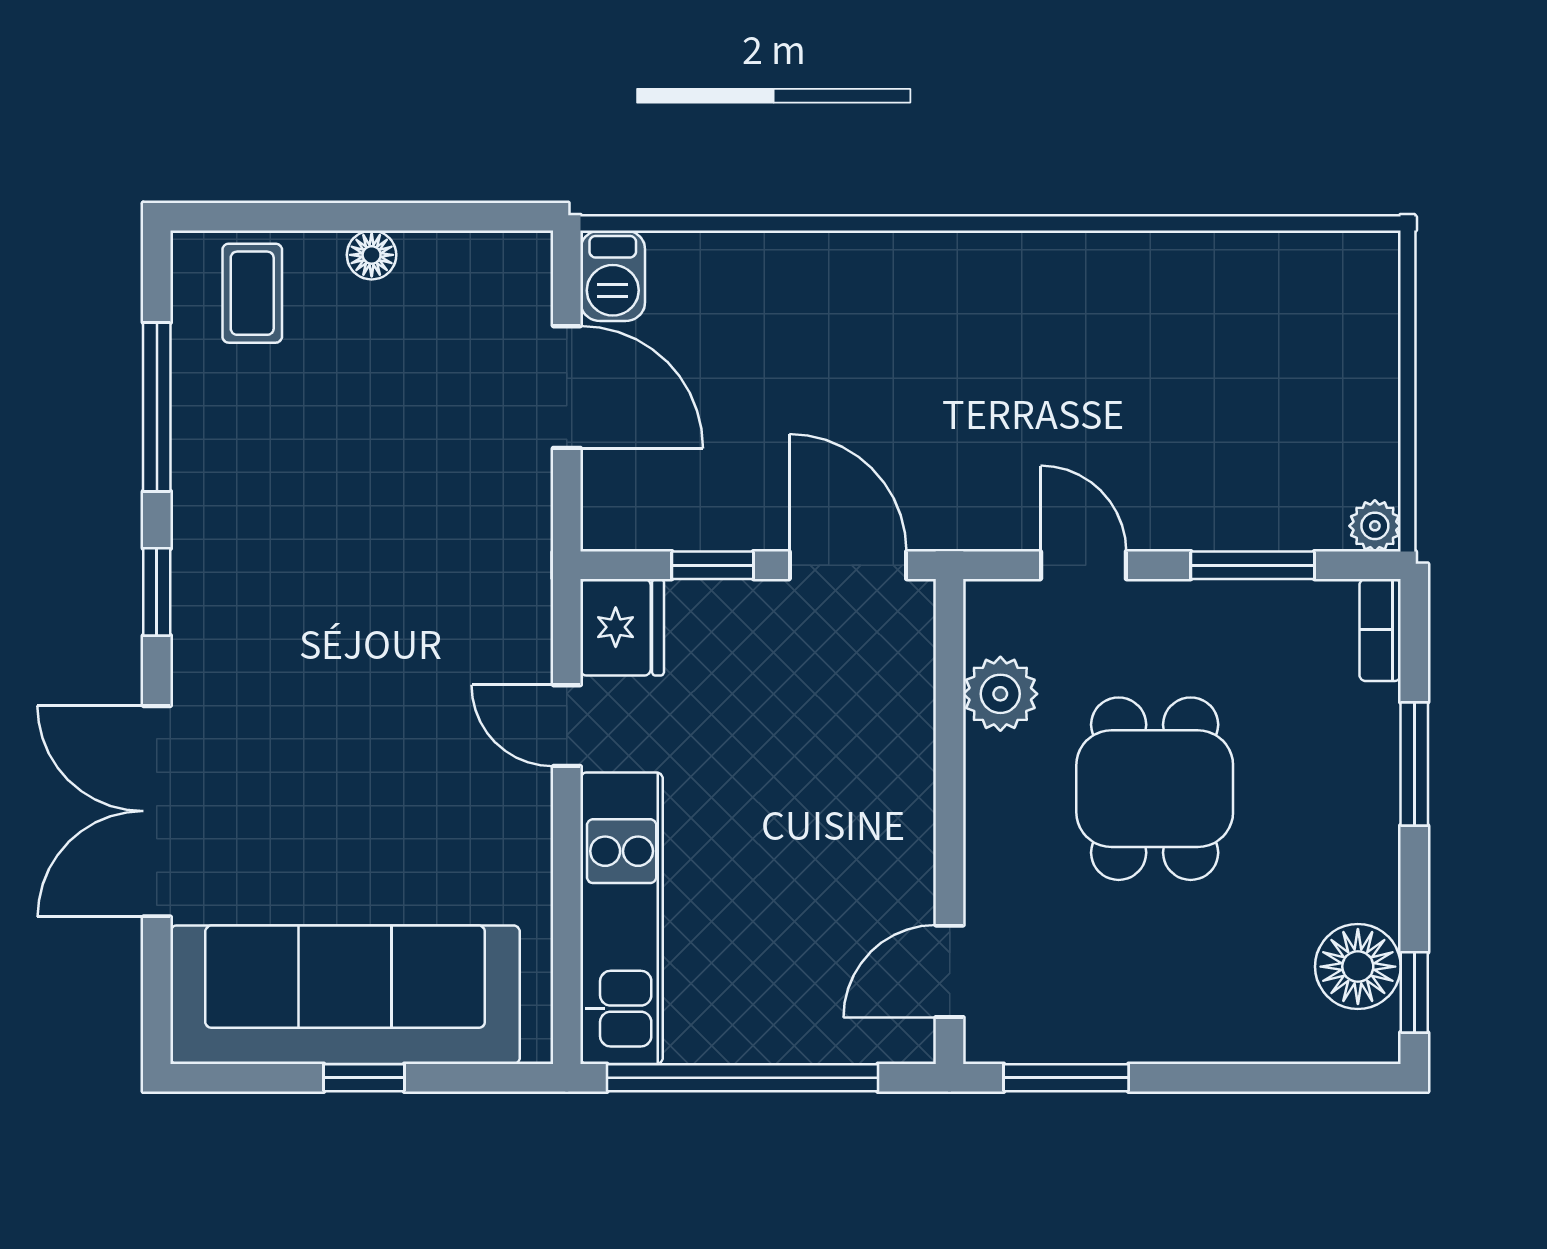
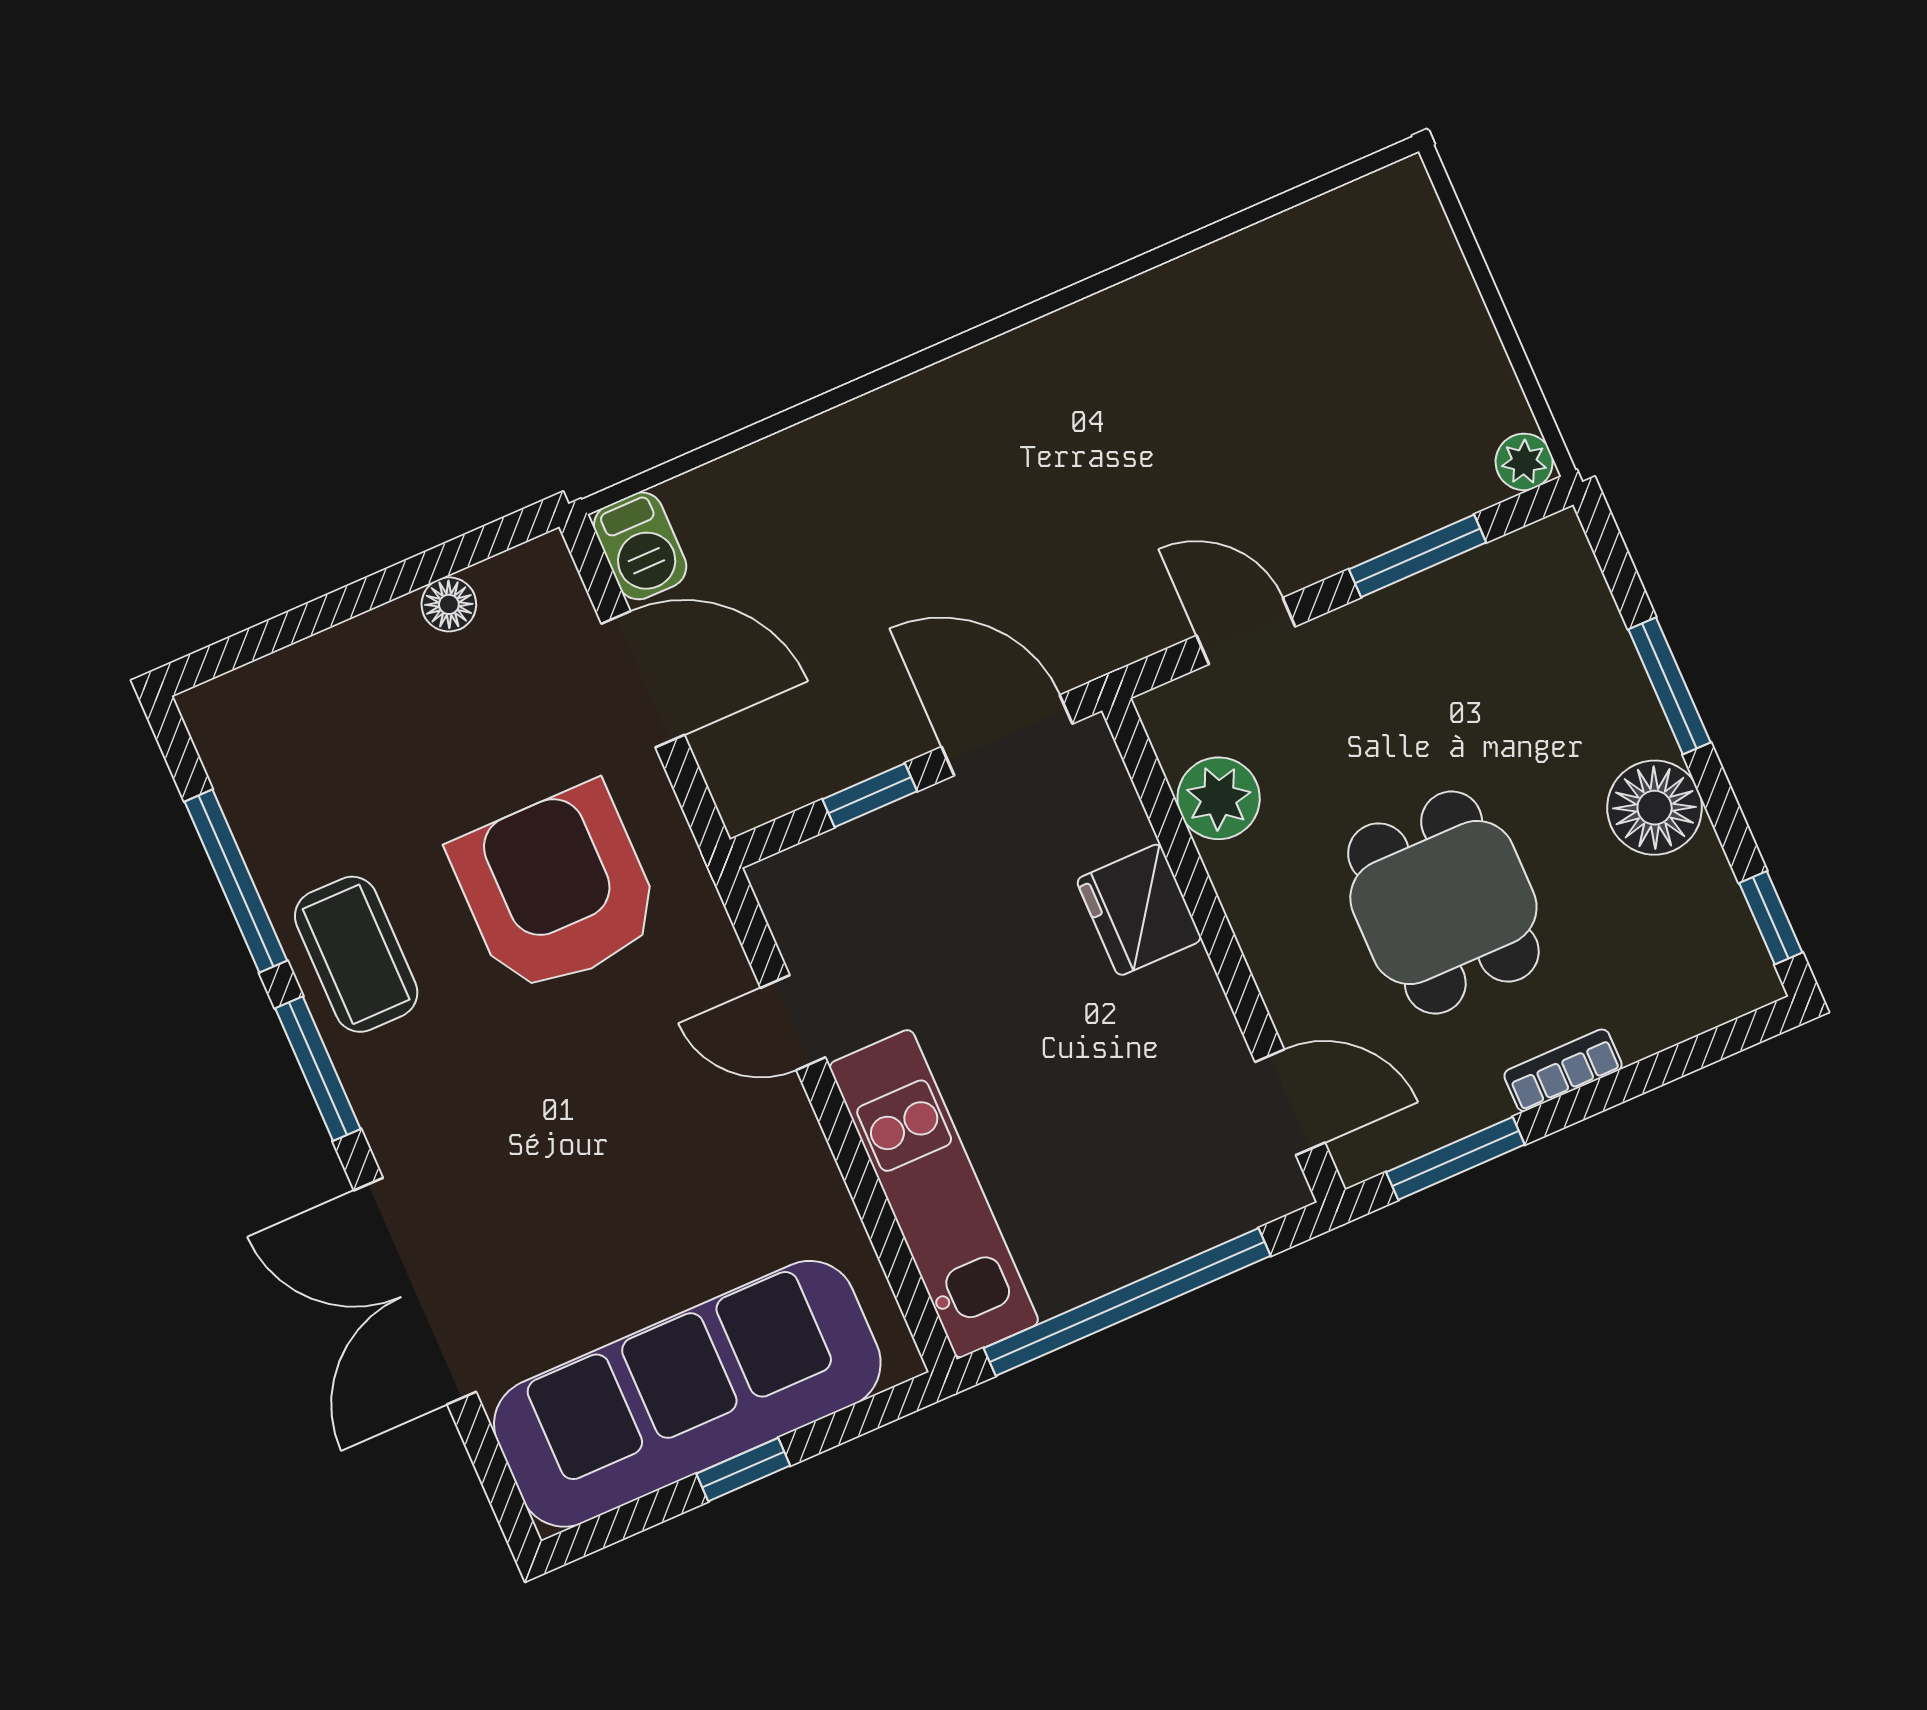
floor lamp: (372, 255) -> (449, 604), moved
coffee table: (252, 293) -> (356, 954), moved, width x1.36, depth x1.30
armchair: (419, 530) -> (556, 889), added
window: (157, 592) -> (318, 1069), width x1.50
fridge: (622, 627) -> (1139, 910), moved, turned 180
bookcase: (1380, 630) -> (1563, 1070), moved, turned 90
dining table: (1155, 789) -> (1443, 902), moved
floor lamp: (1358, 967) -> (1655, 808), moved
door: (950, 971) -> (1290, 1102), swing flipped

